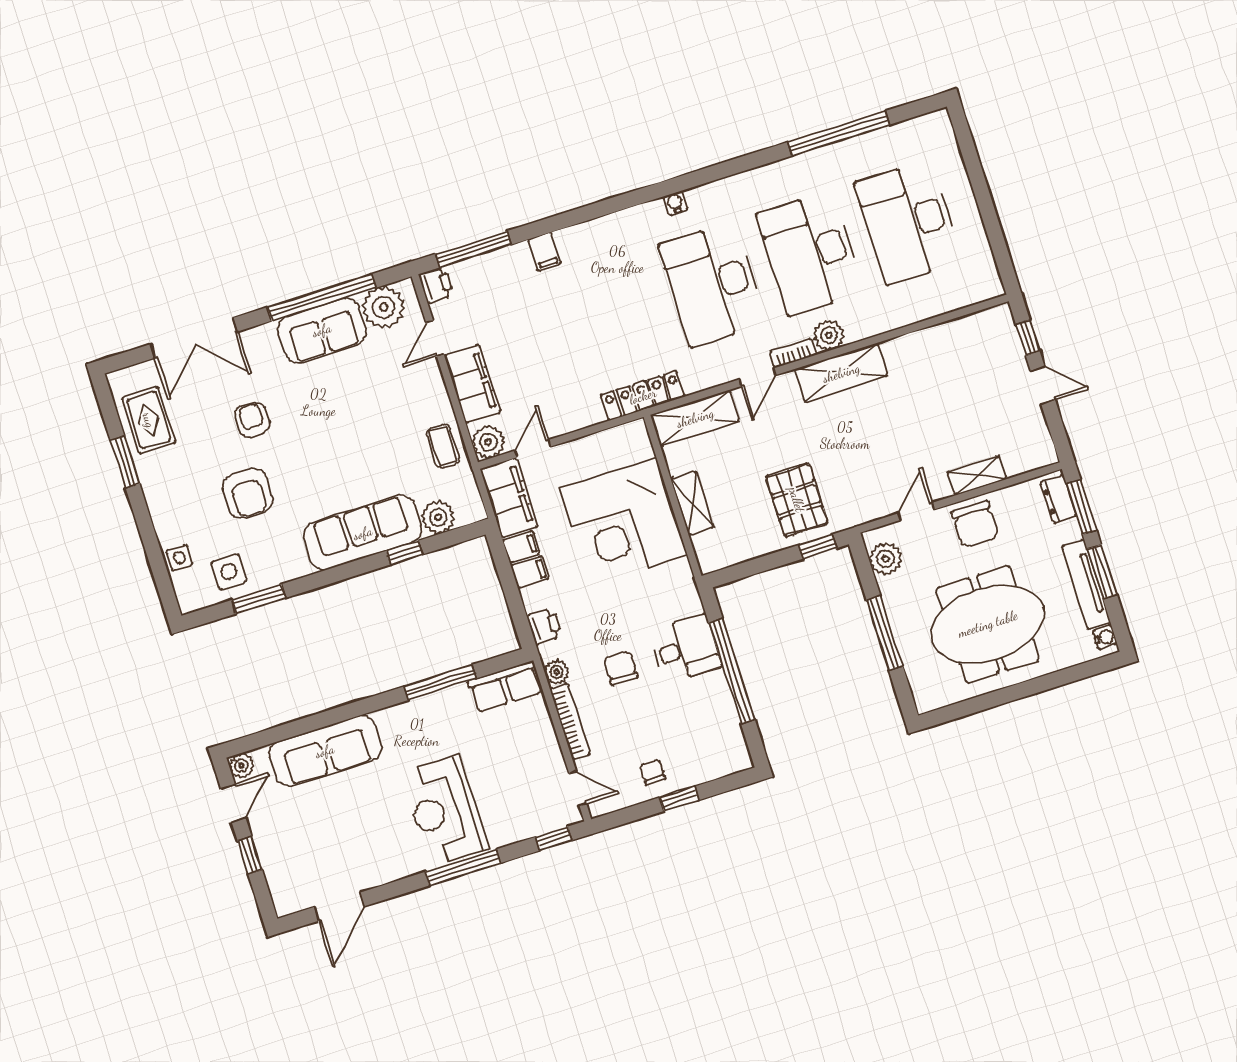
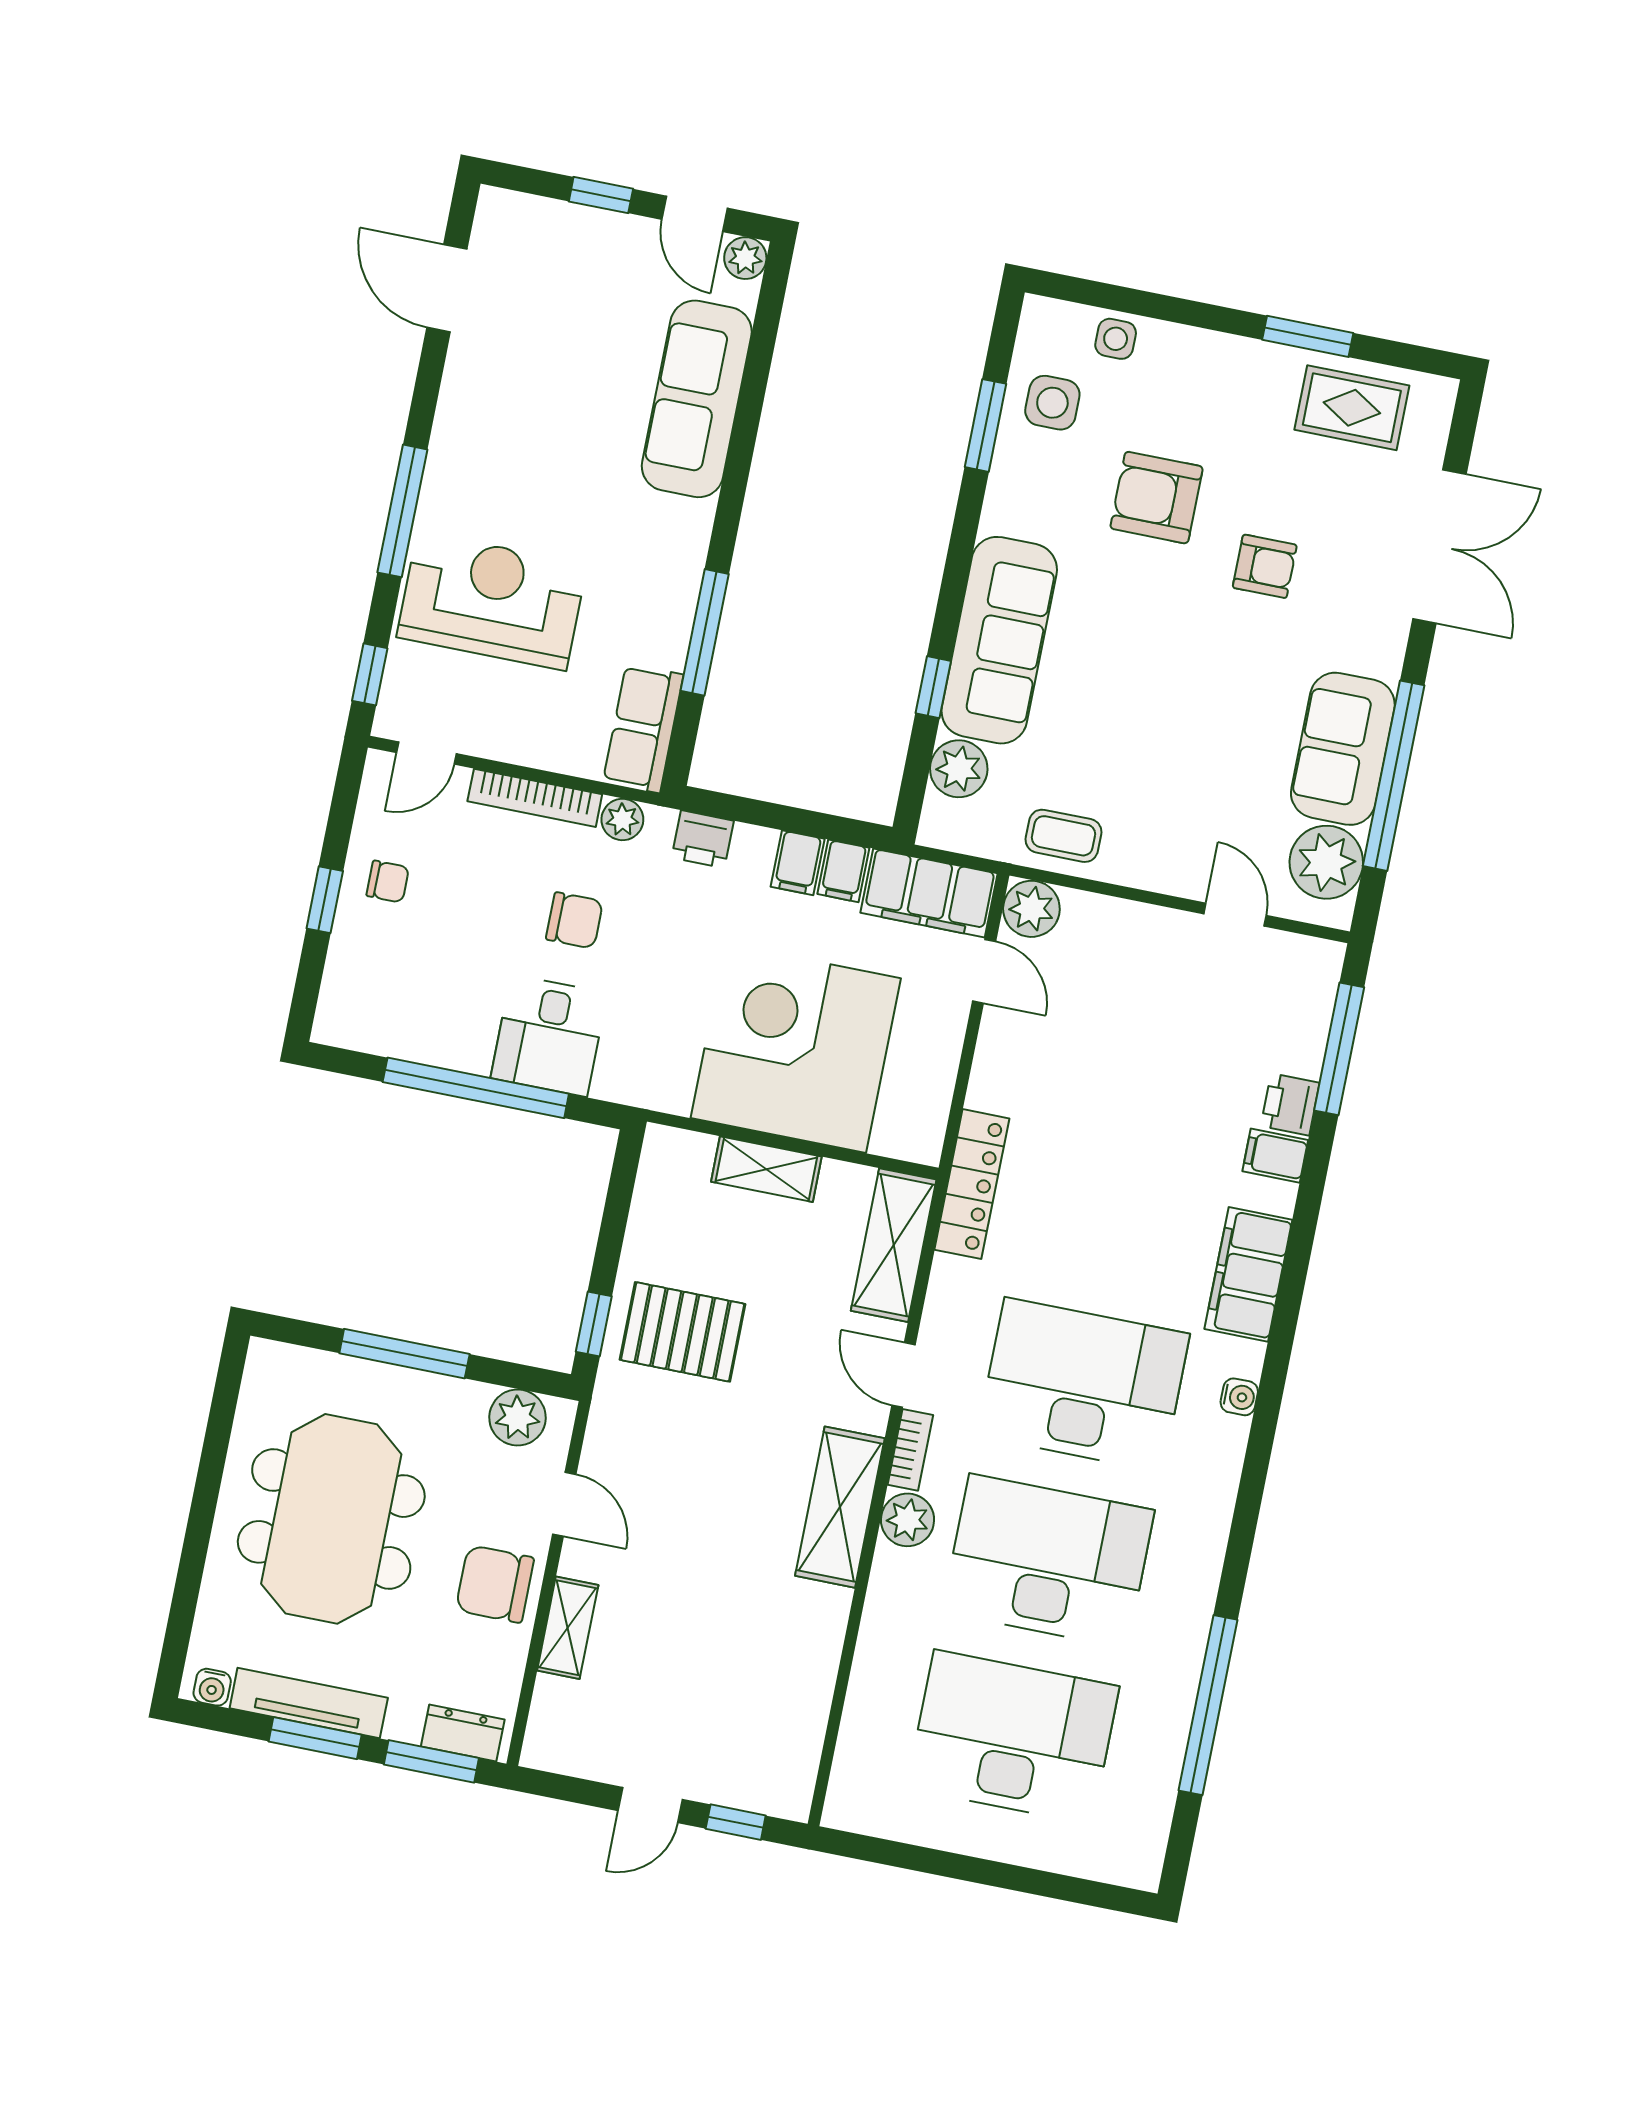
printer: (436, 285) -> (1290, 1104), moved, turned 90
double door: (194, 338) -> (1439, 546), swing flipped
filing cabinet: (472, 384) -> (1248, 1274), moved, turned 90
reception desk: (445, 811) -> (492, 601), moved

